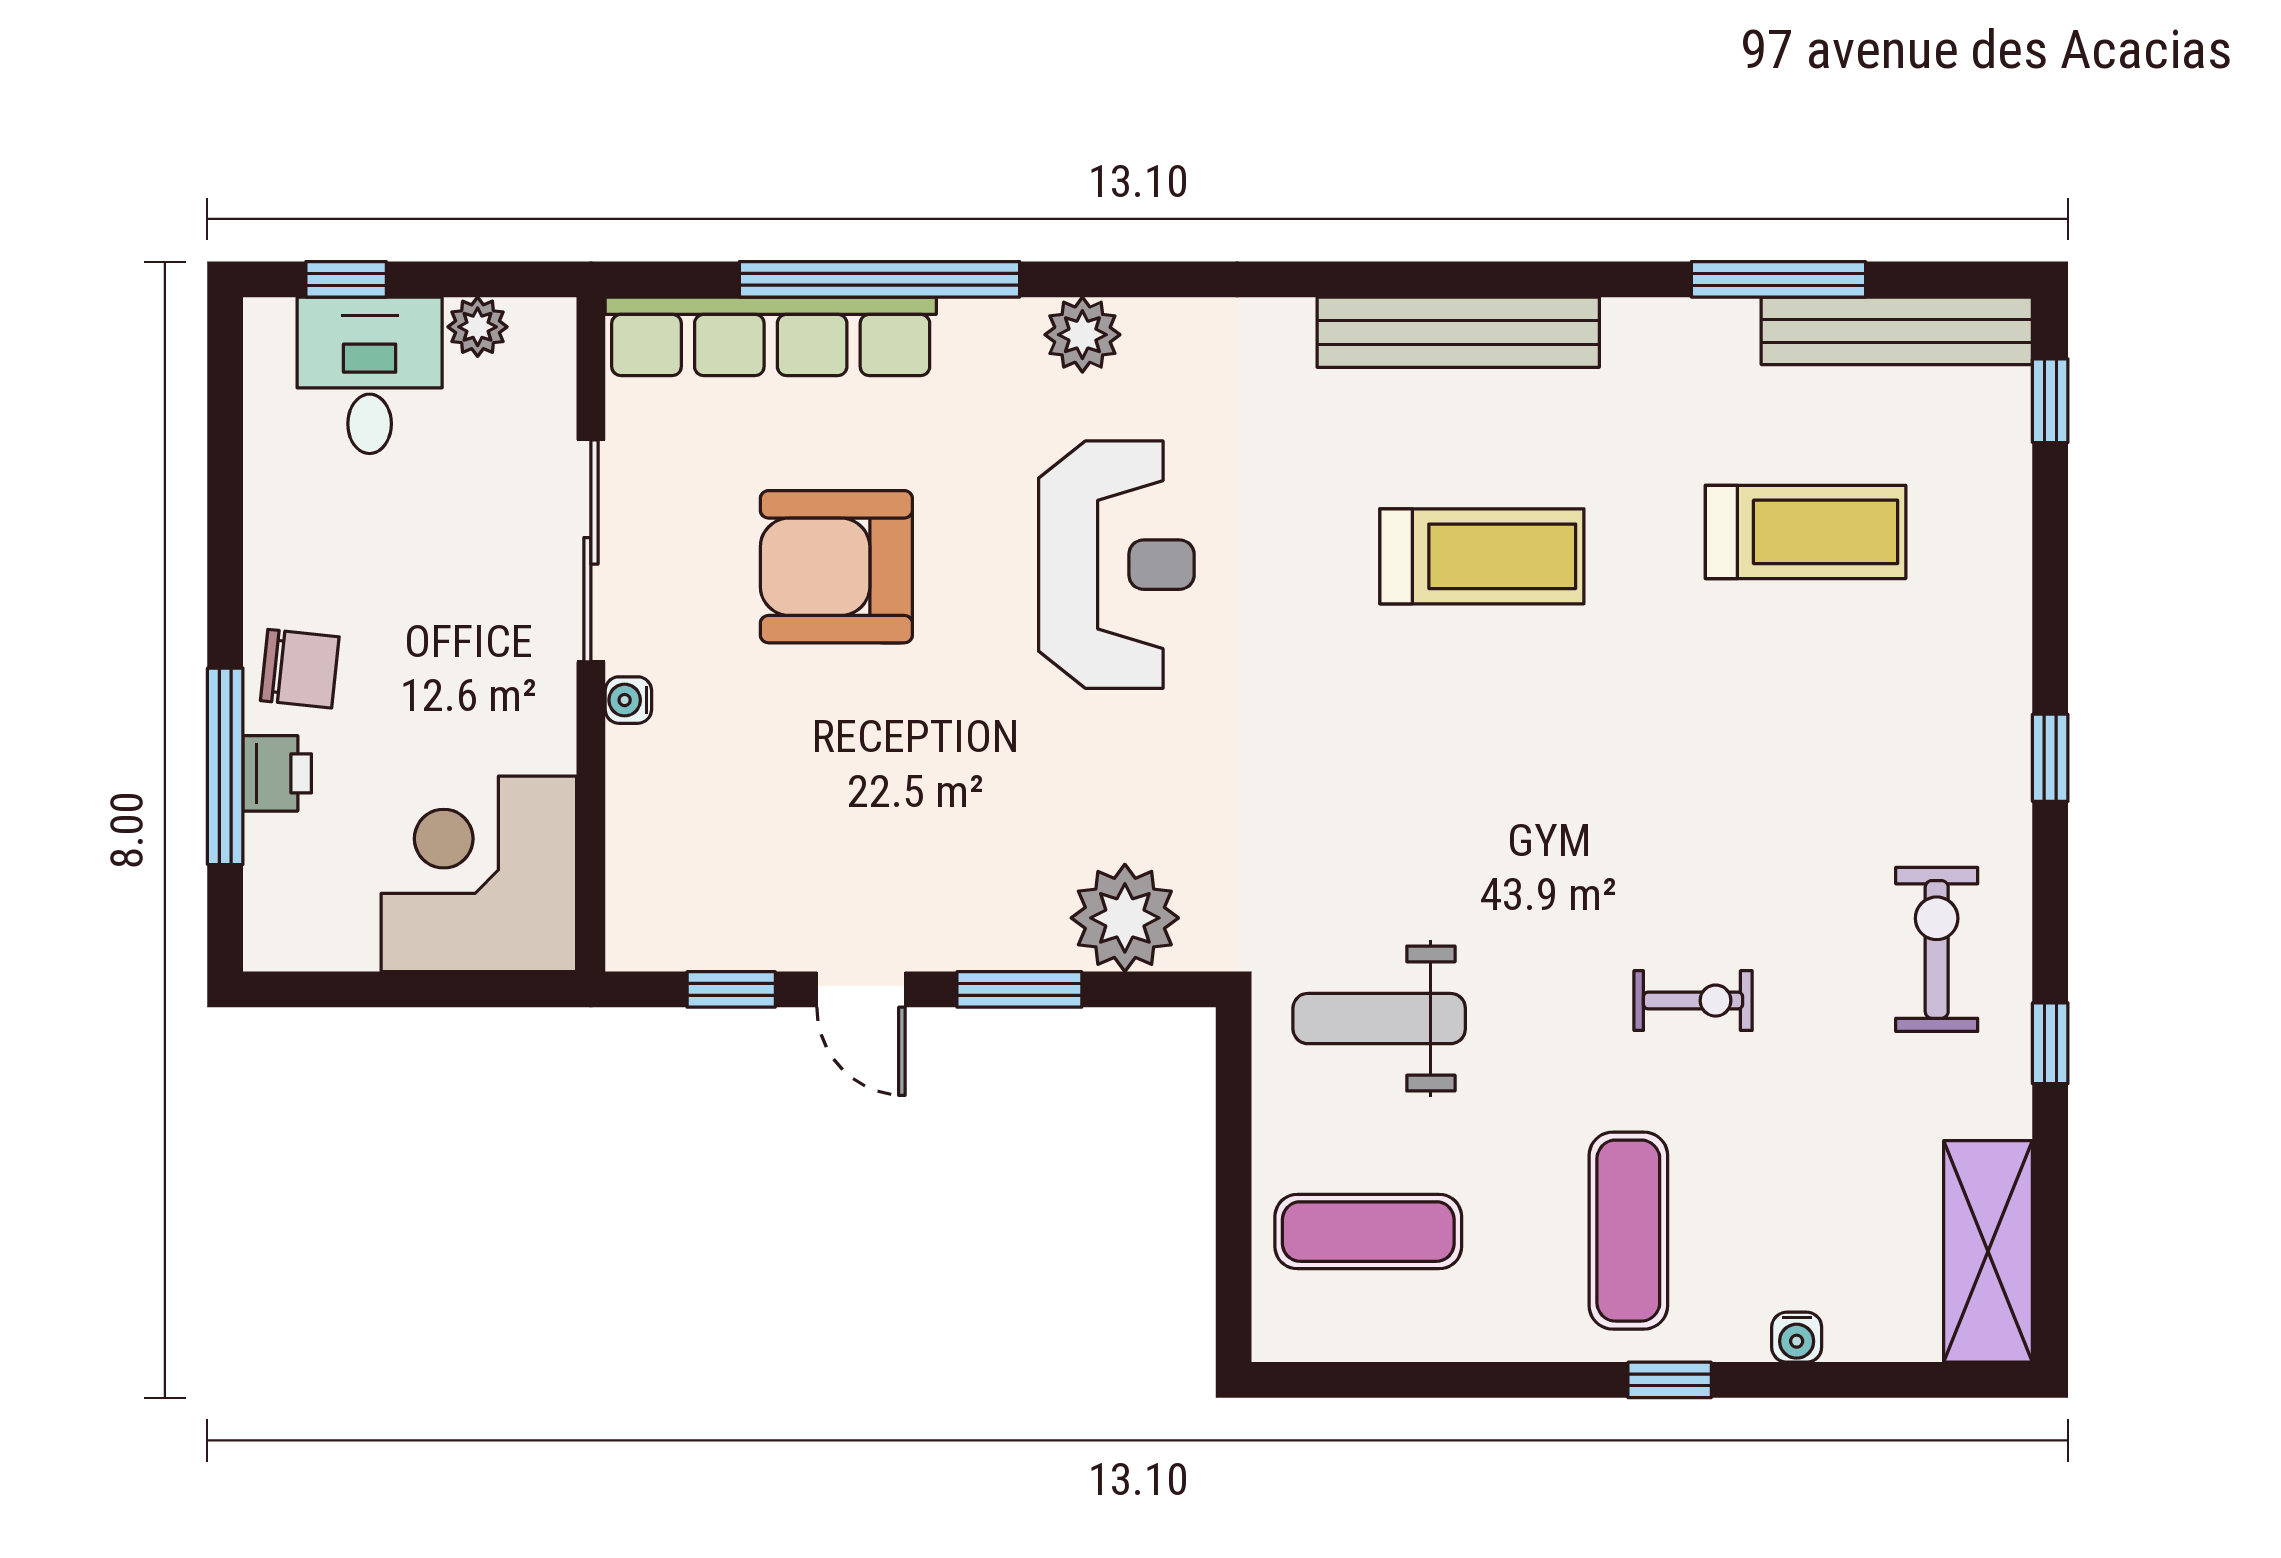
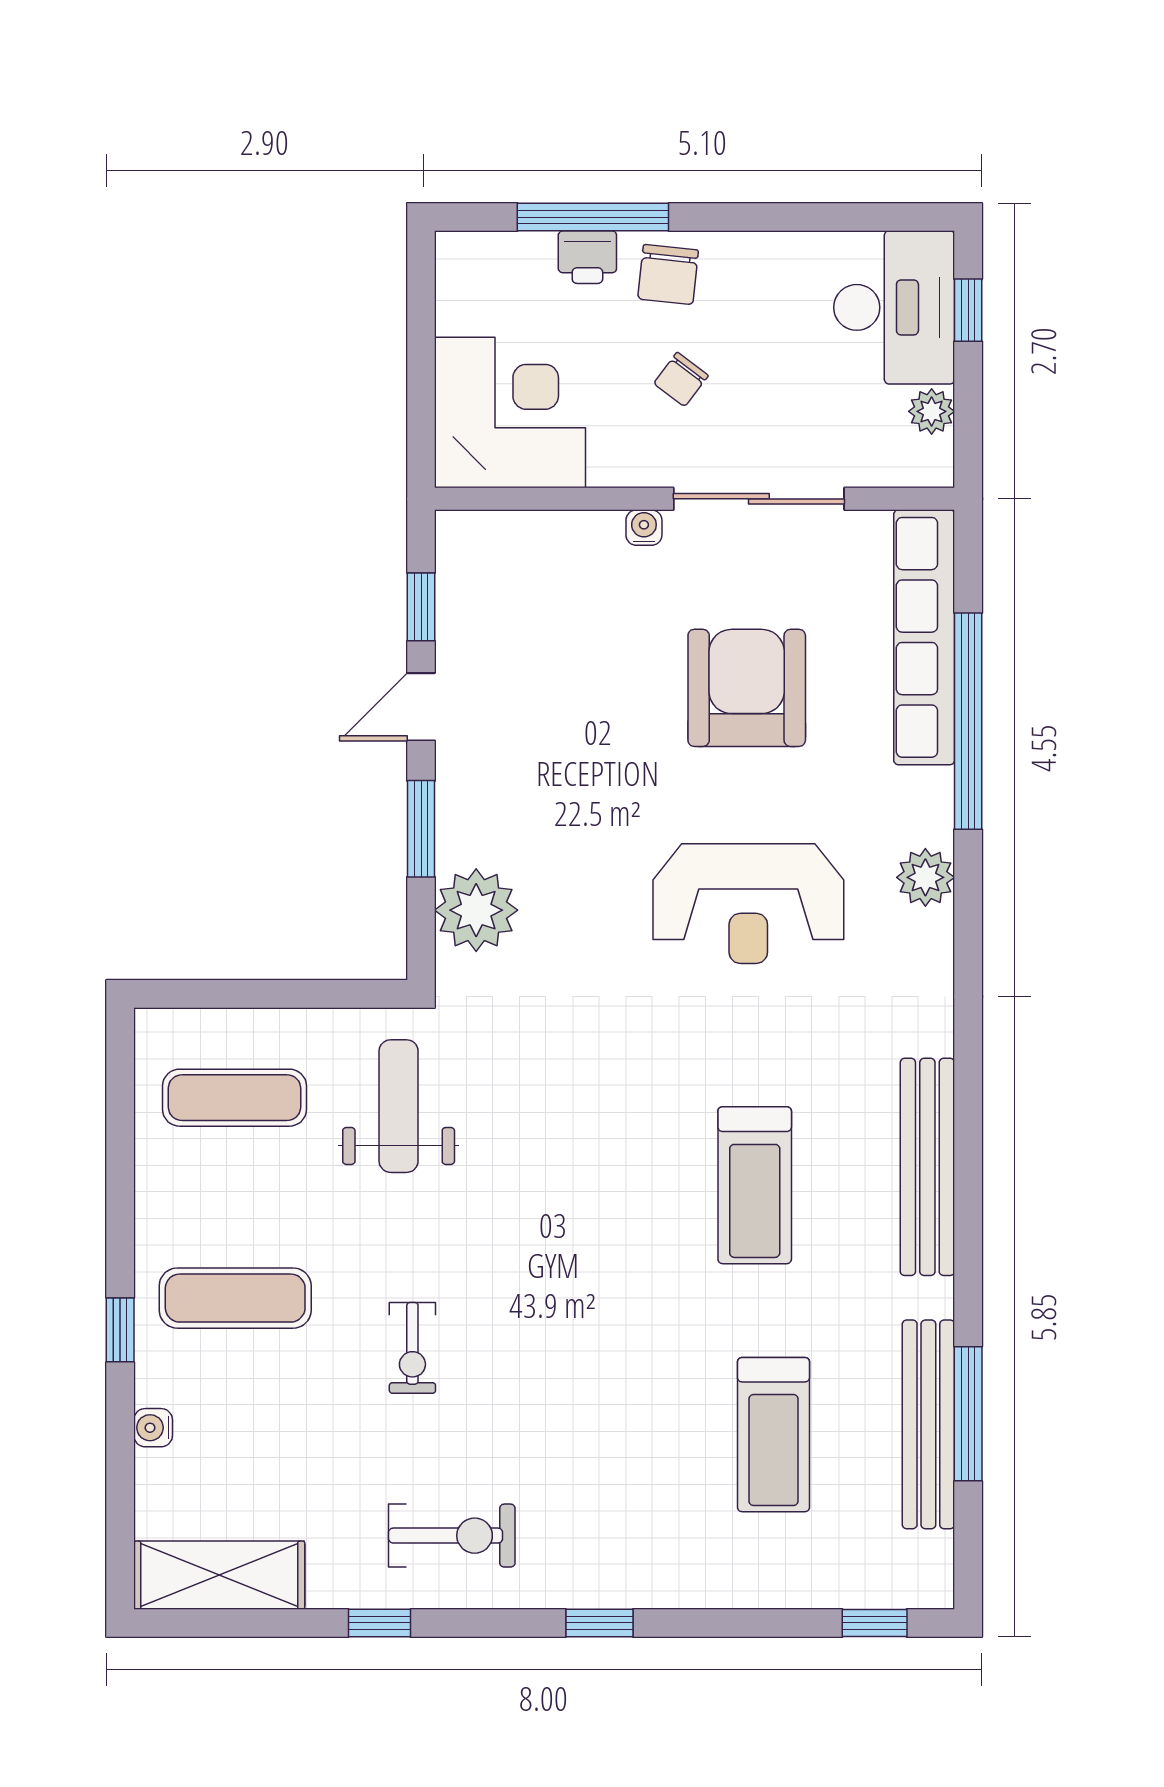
bench: (1897, 331) -> (928, 1424), moved
desk: (370, 375) -> (894, 307), width x1.37
chair: (436, 652) -> (681, 379), added
exercise mat: (1368, 1232) -> (234, 1098), turned 90

